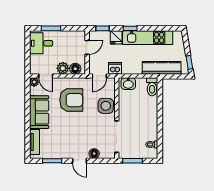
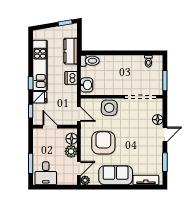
dishwasher: (115, 68) -> (71, 78), moved
kitchen counter: (162, 68) -> (71, 51), width x0.67

